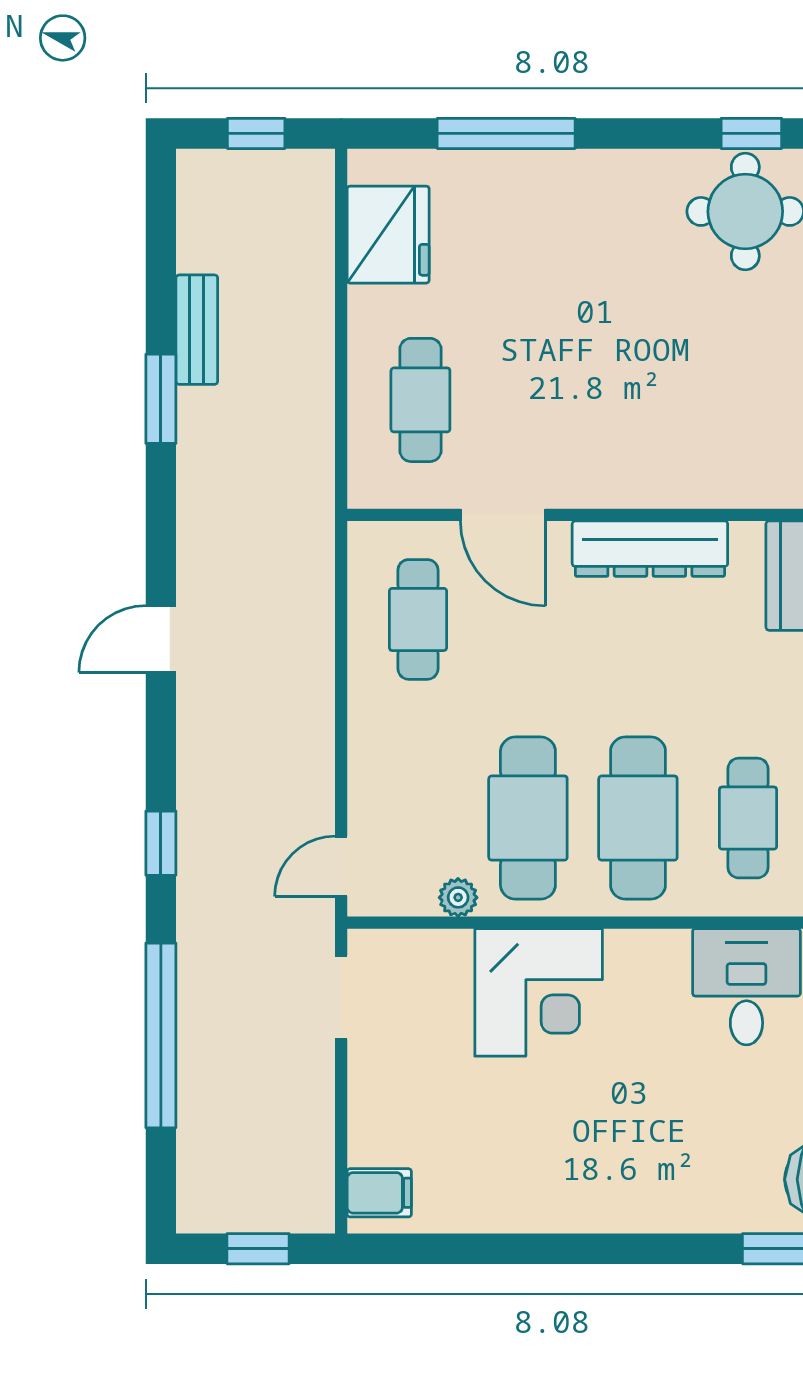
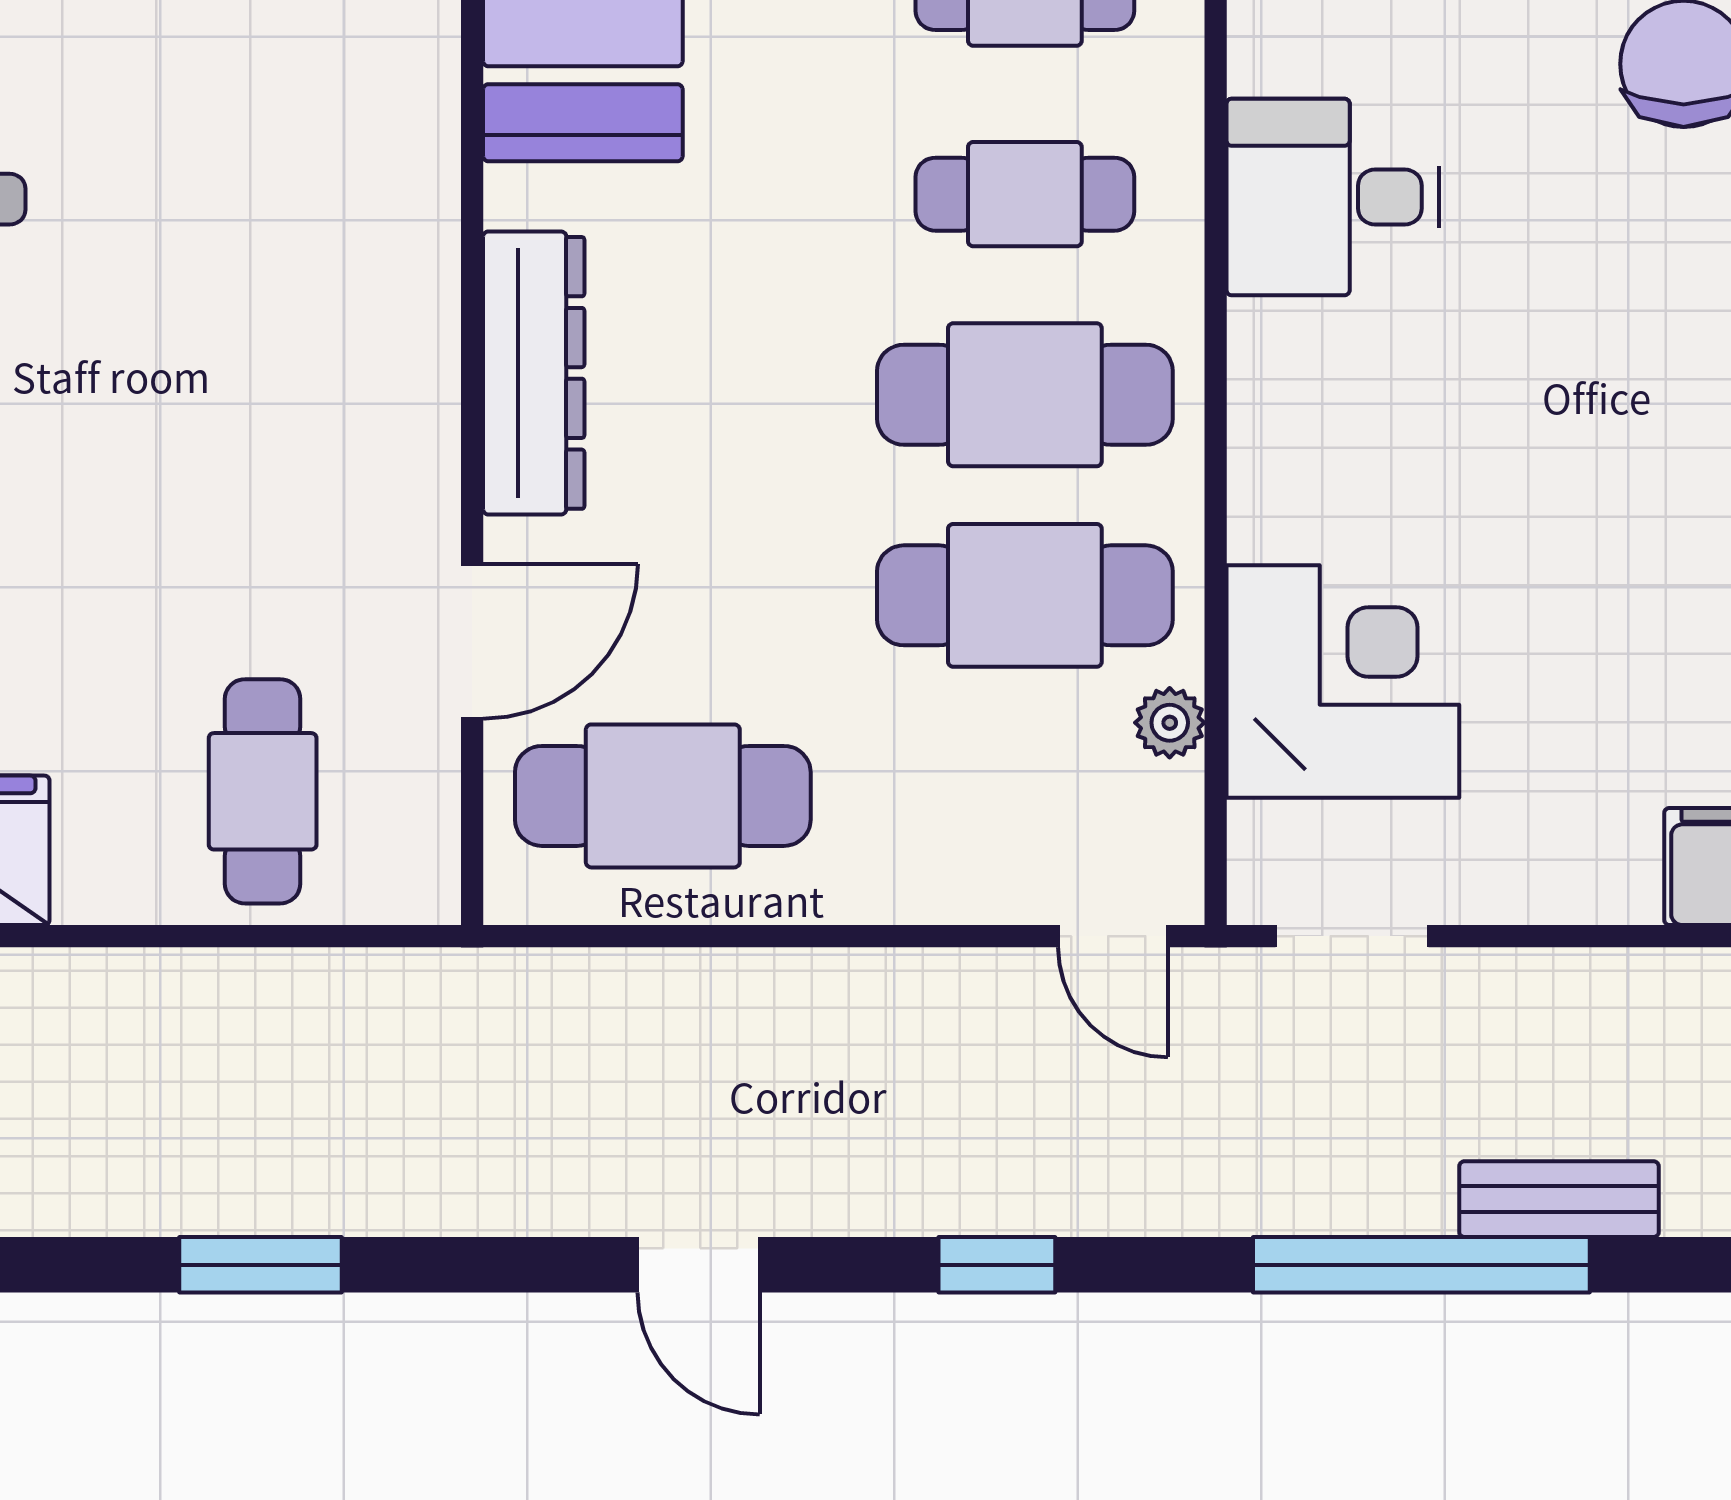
bench: (197, 330) -> (1559, 1199), moved
cafe table: (420, 400) -> (263, 791), turned 90
cafe table: (418, 619) -> (663, 796), width x1.37, depth x1.35
window: (161, 843) -> (997, 1265), moved
corner desk: (539, 992) -> (1343, 681), moved

